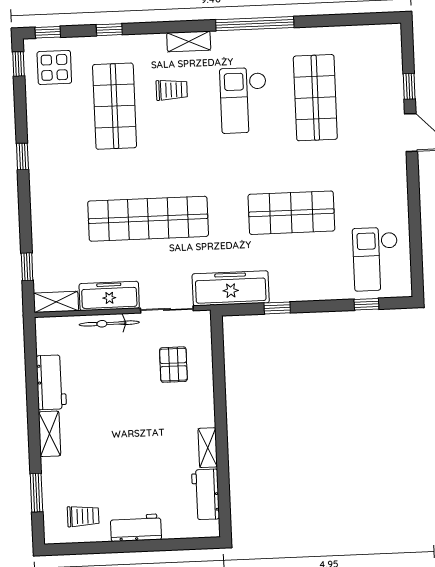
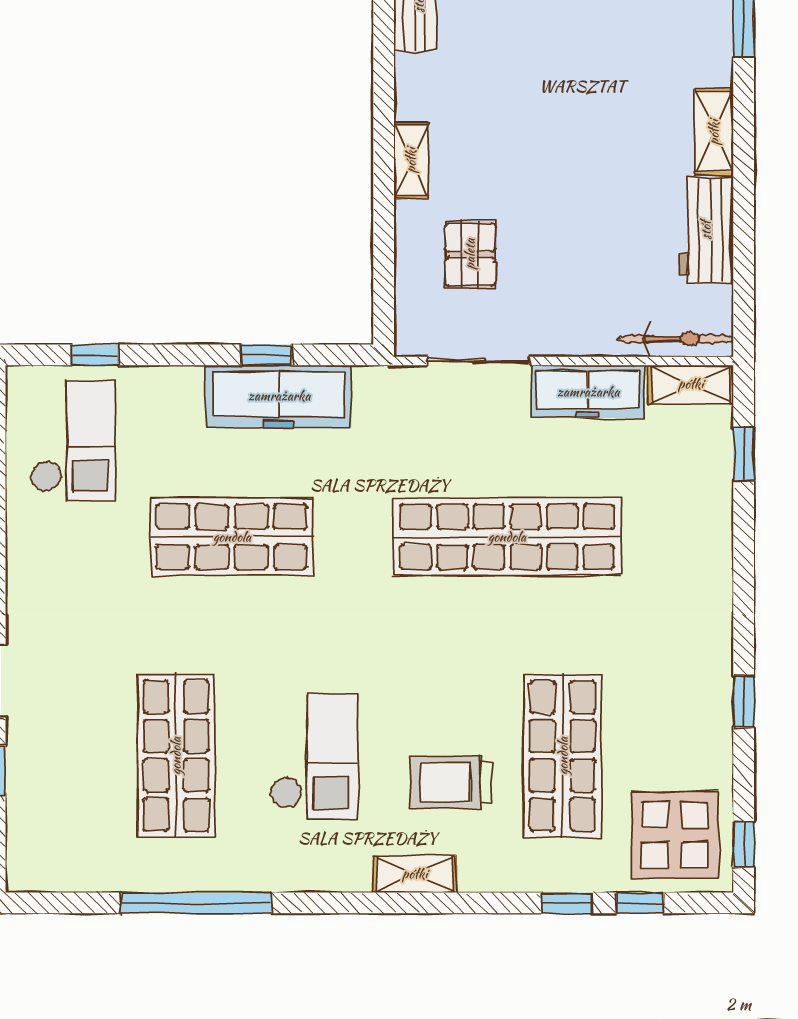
window: (255, 24) -> (196, 903), moved
window: (48, 32) -> (640, 903), moved
display table: (54, 67) -> (675, 835), width x1.36, depth x1.36
trolley: (172, 90) -> (451, 782), width x1.36, depth x1.39
window: (22, 156) -> (744, 702), moved
freezer: (231, 288) -> (279, 396), moved
bicycle: (109, 323) -> (676, 339), moved
shelving: (208, 448) -> (411, 160), moved

